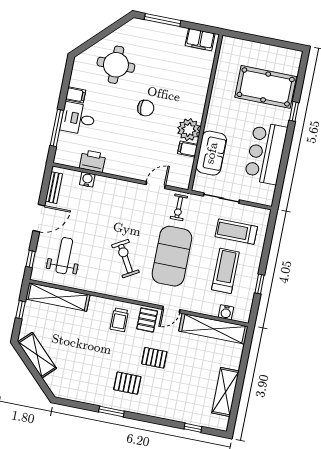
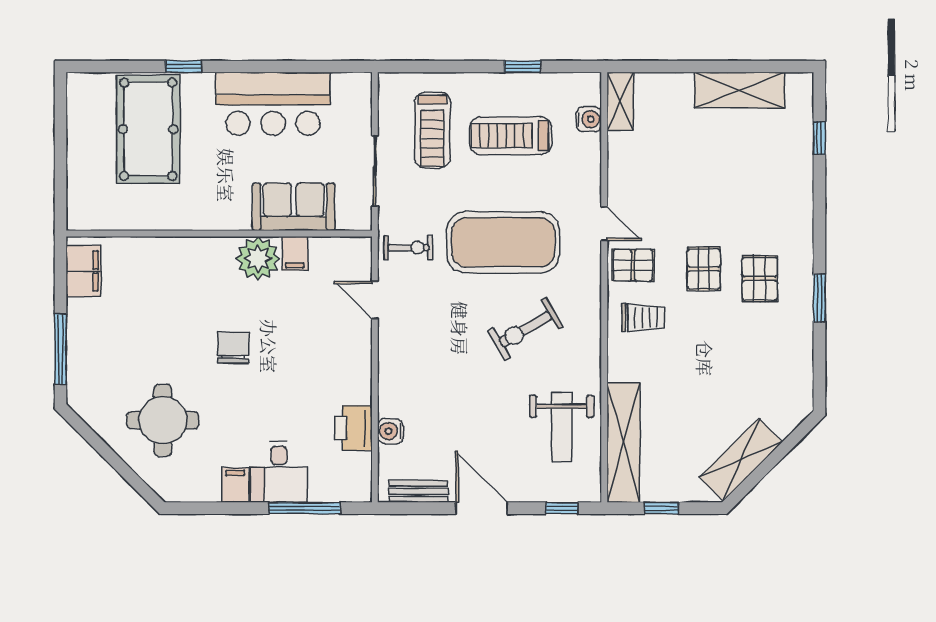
weight bench: (64, 256) -> (562, 427), moved, turned -90
shelving: (213, 329) -> (620, 101), width x0.45, depth x0.75
pallet: (154, 358) -> (704, 269), moved

